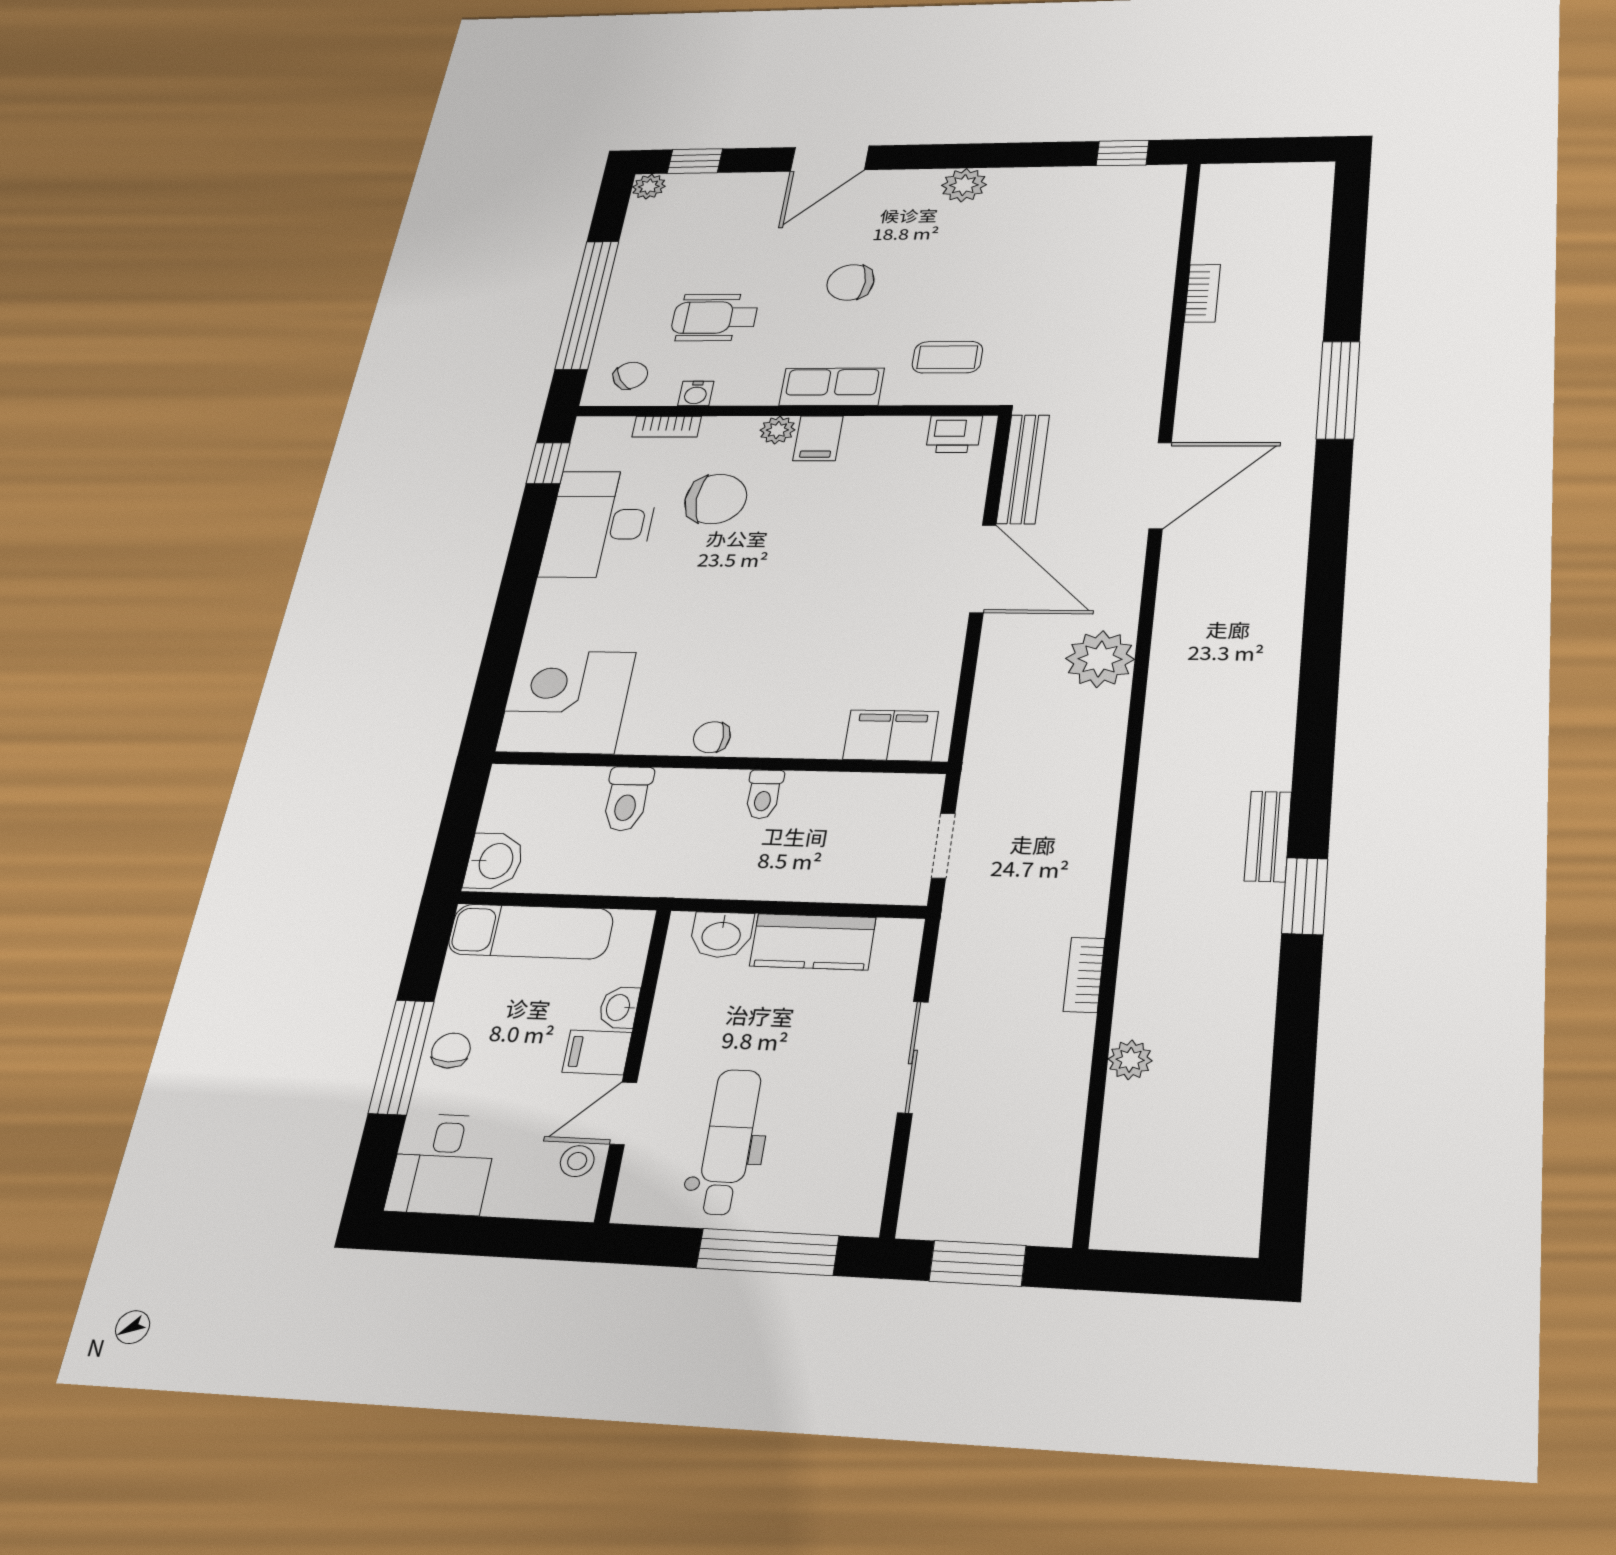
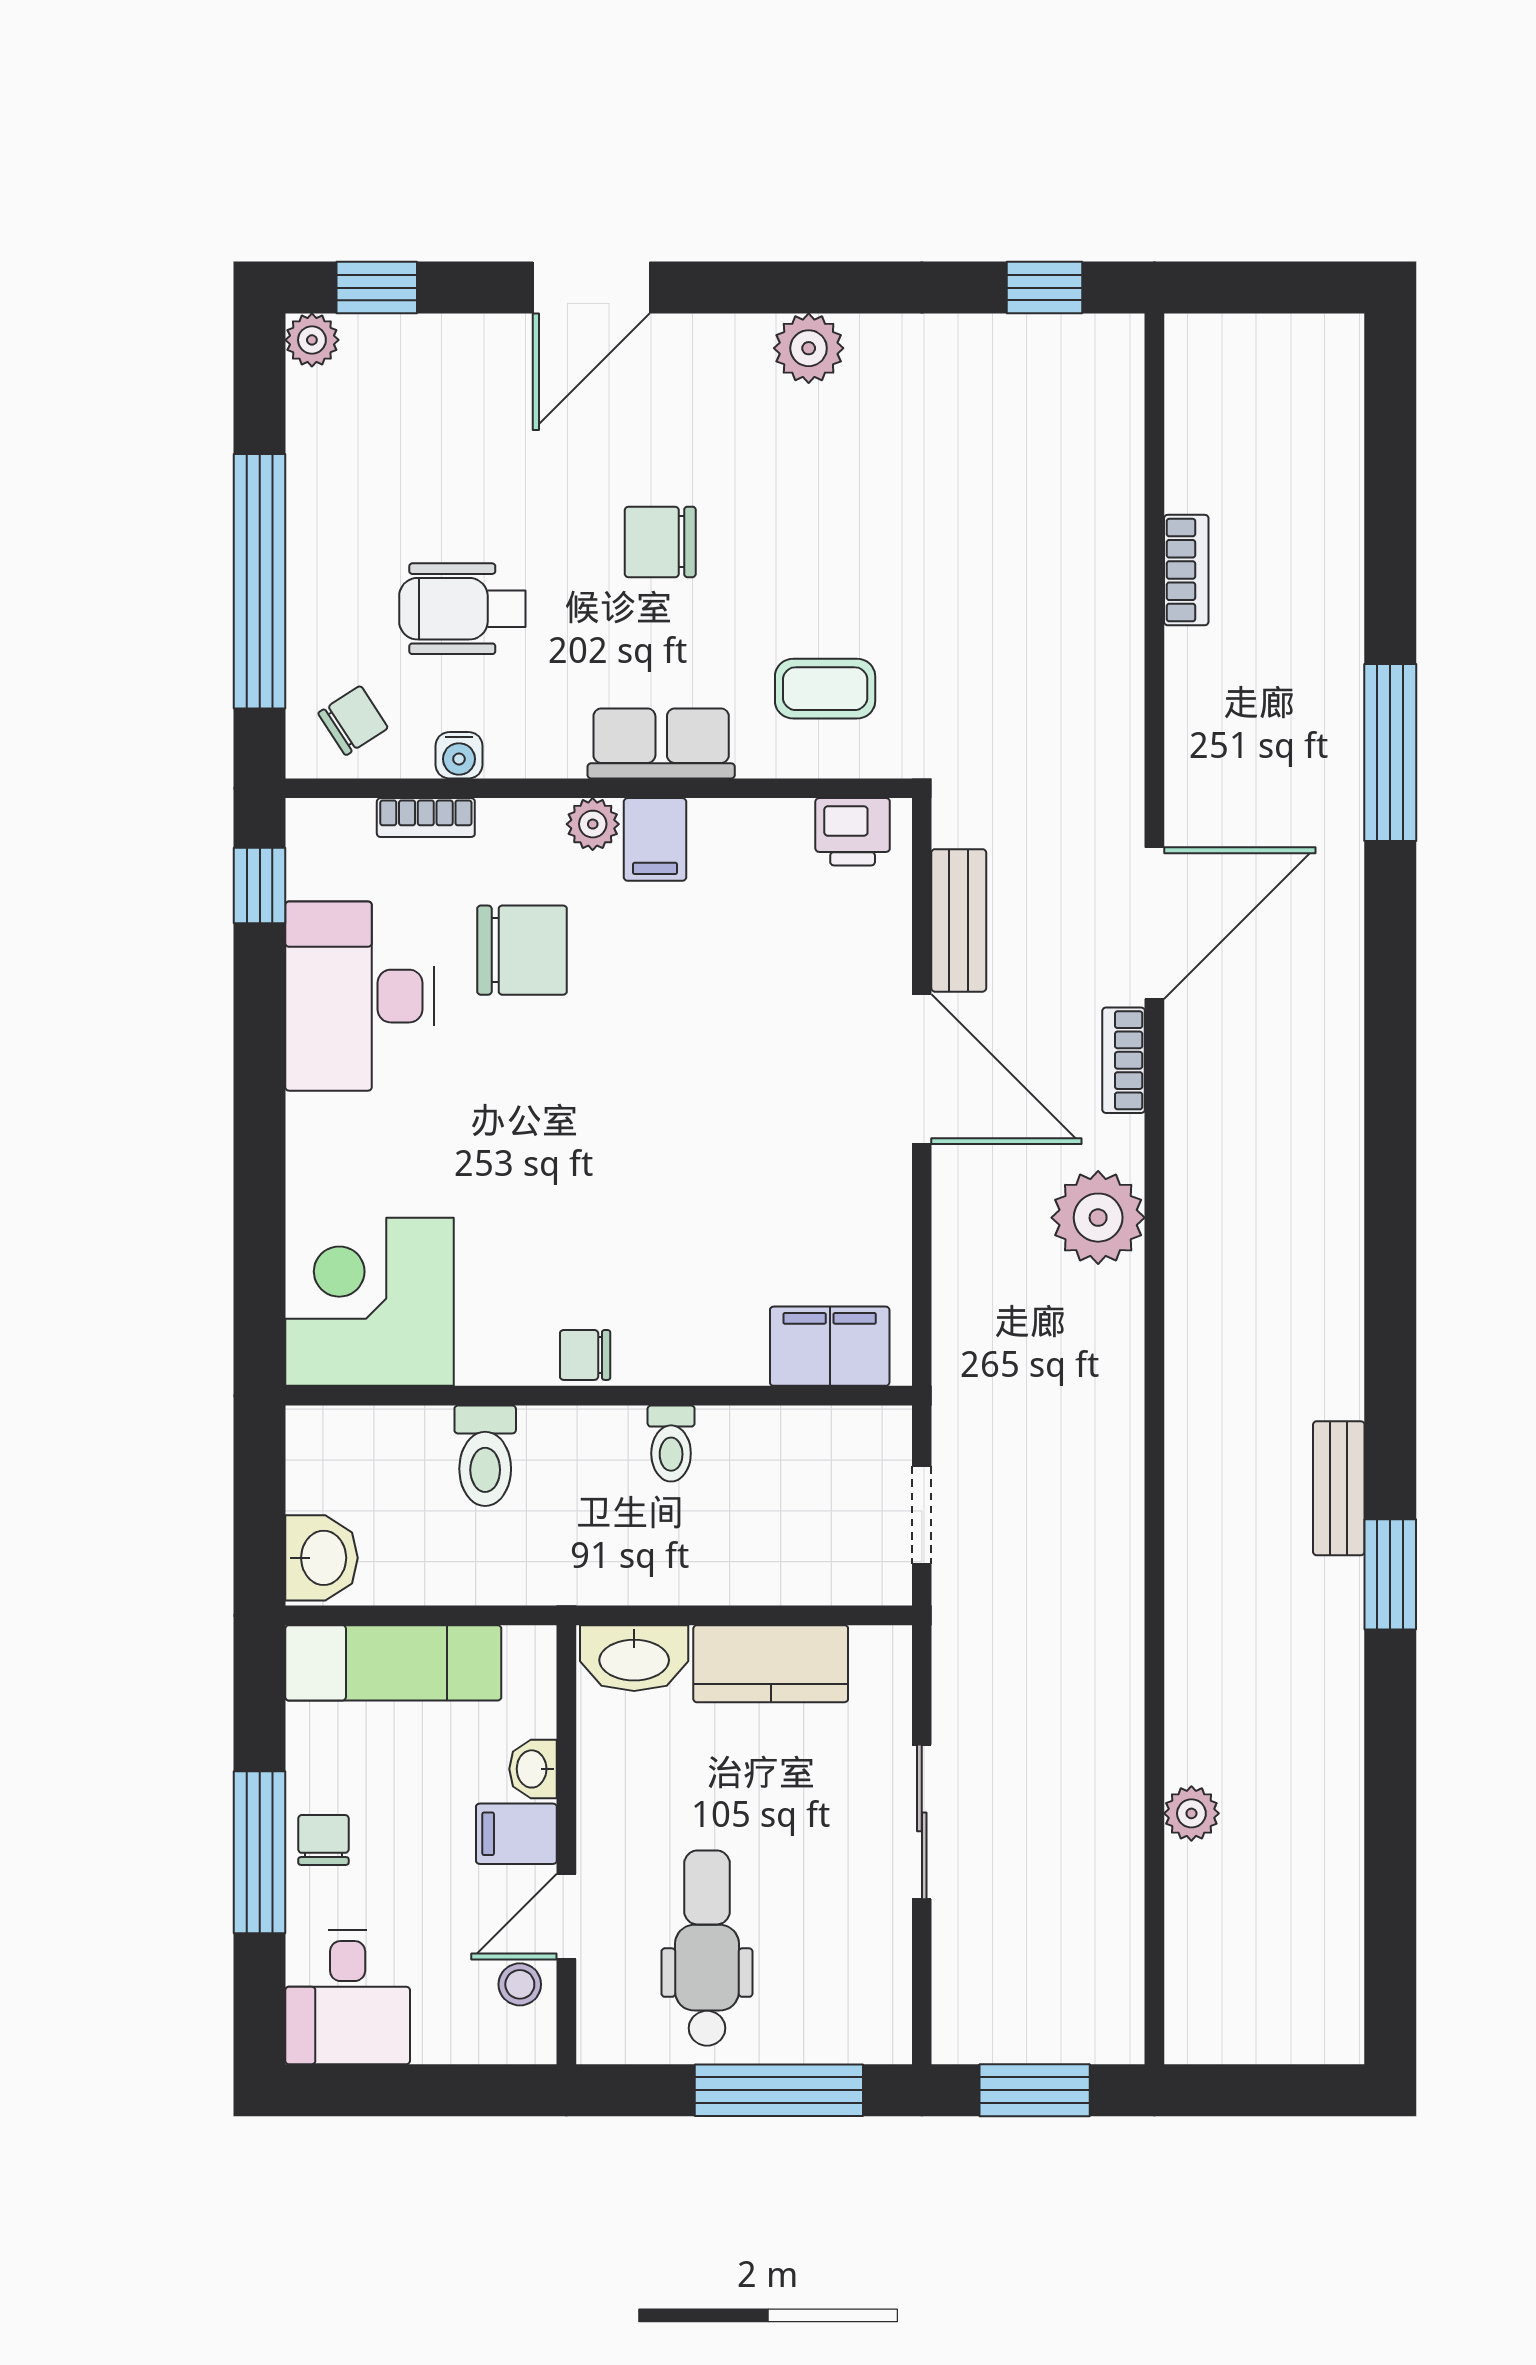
bench: (1023, 469) -> (959, 920), width x0.73
washbasin: (721, 935) -> (634, 1658), width x1.38
bookcase: (1084, 975) -> (1124, 1060), moved

